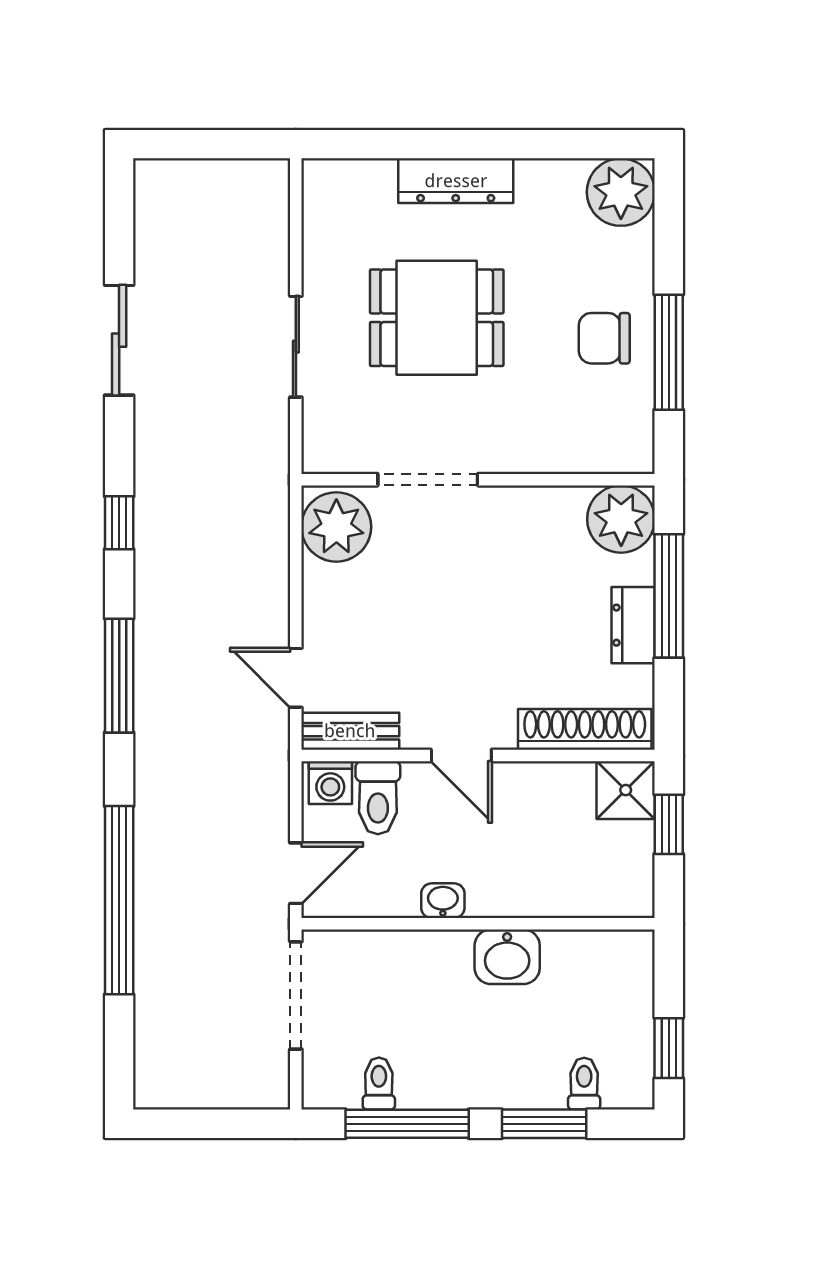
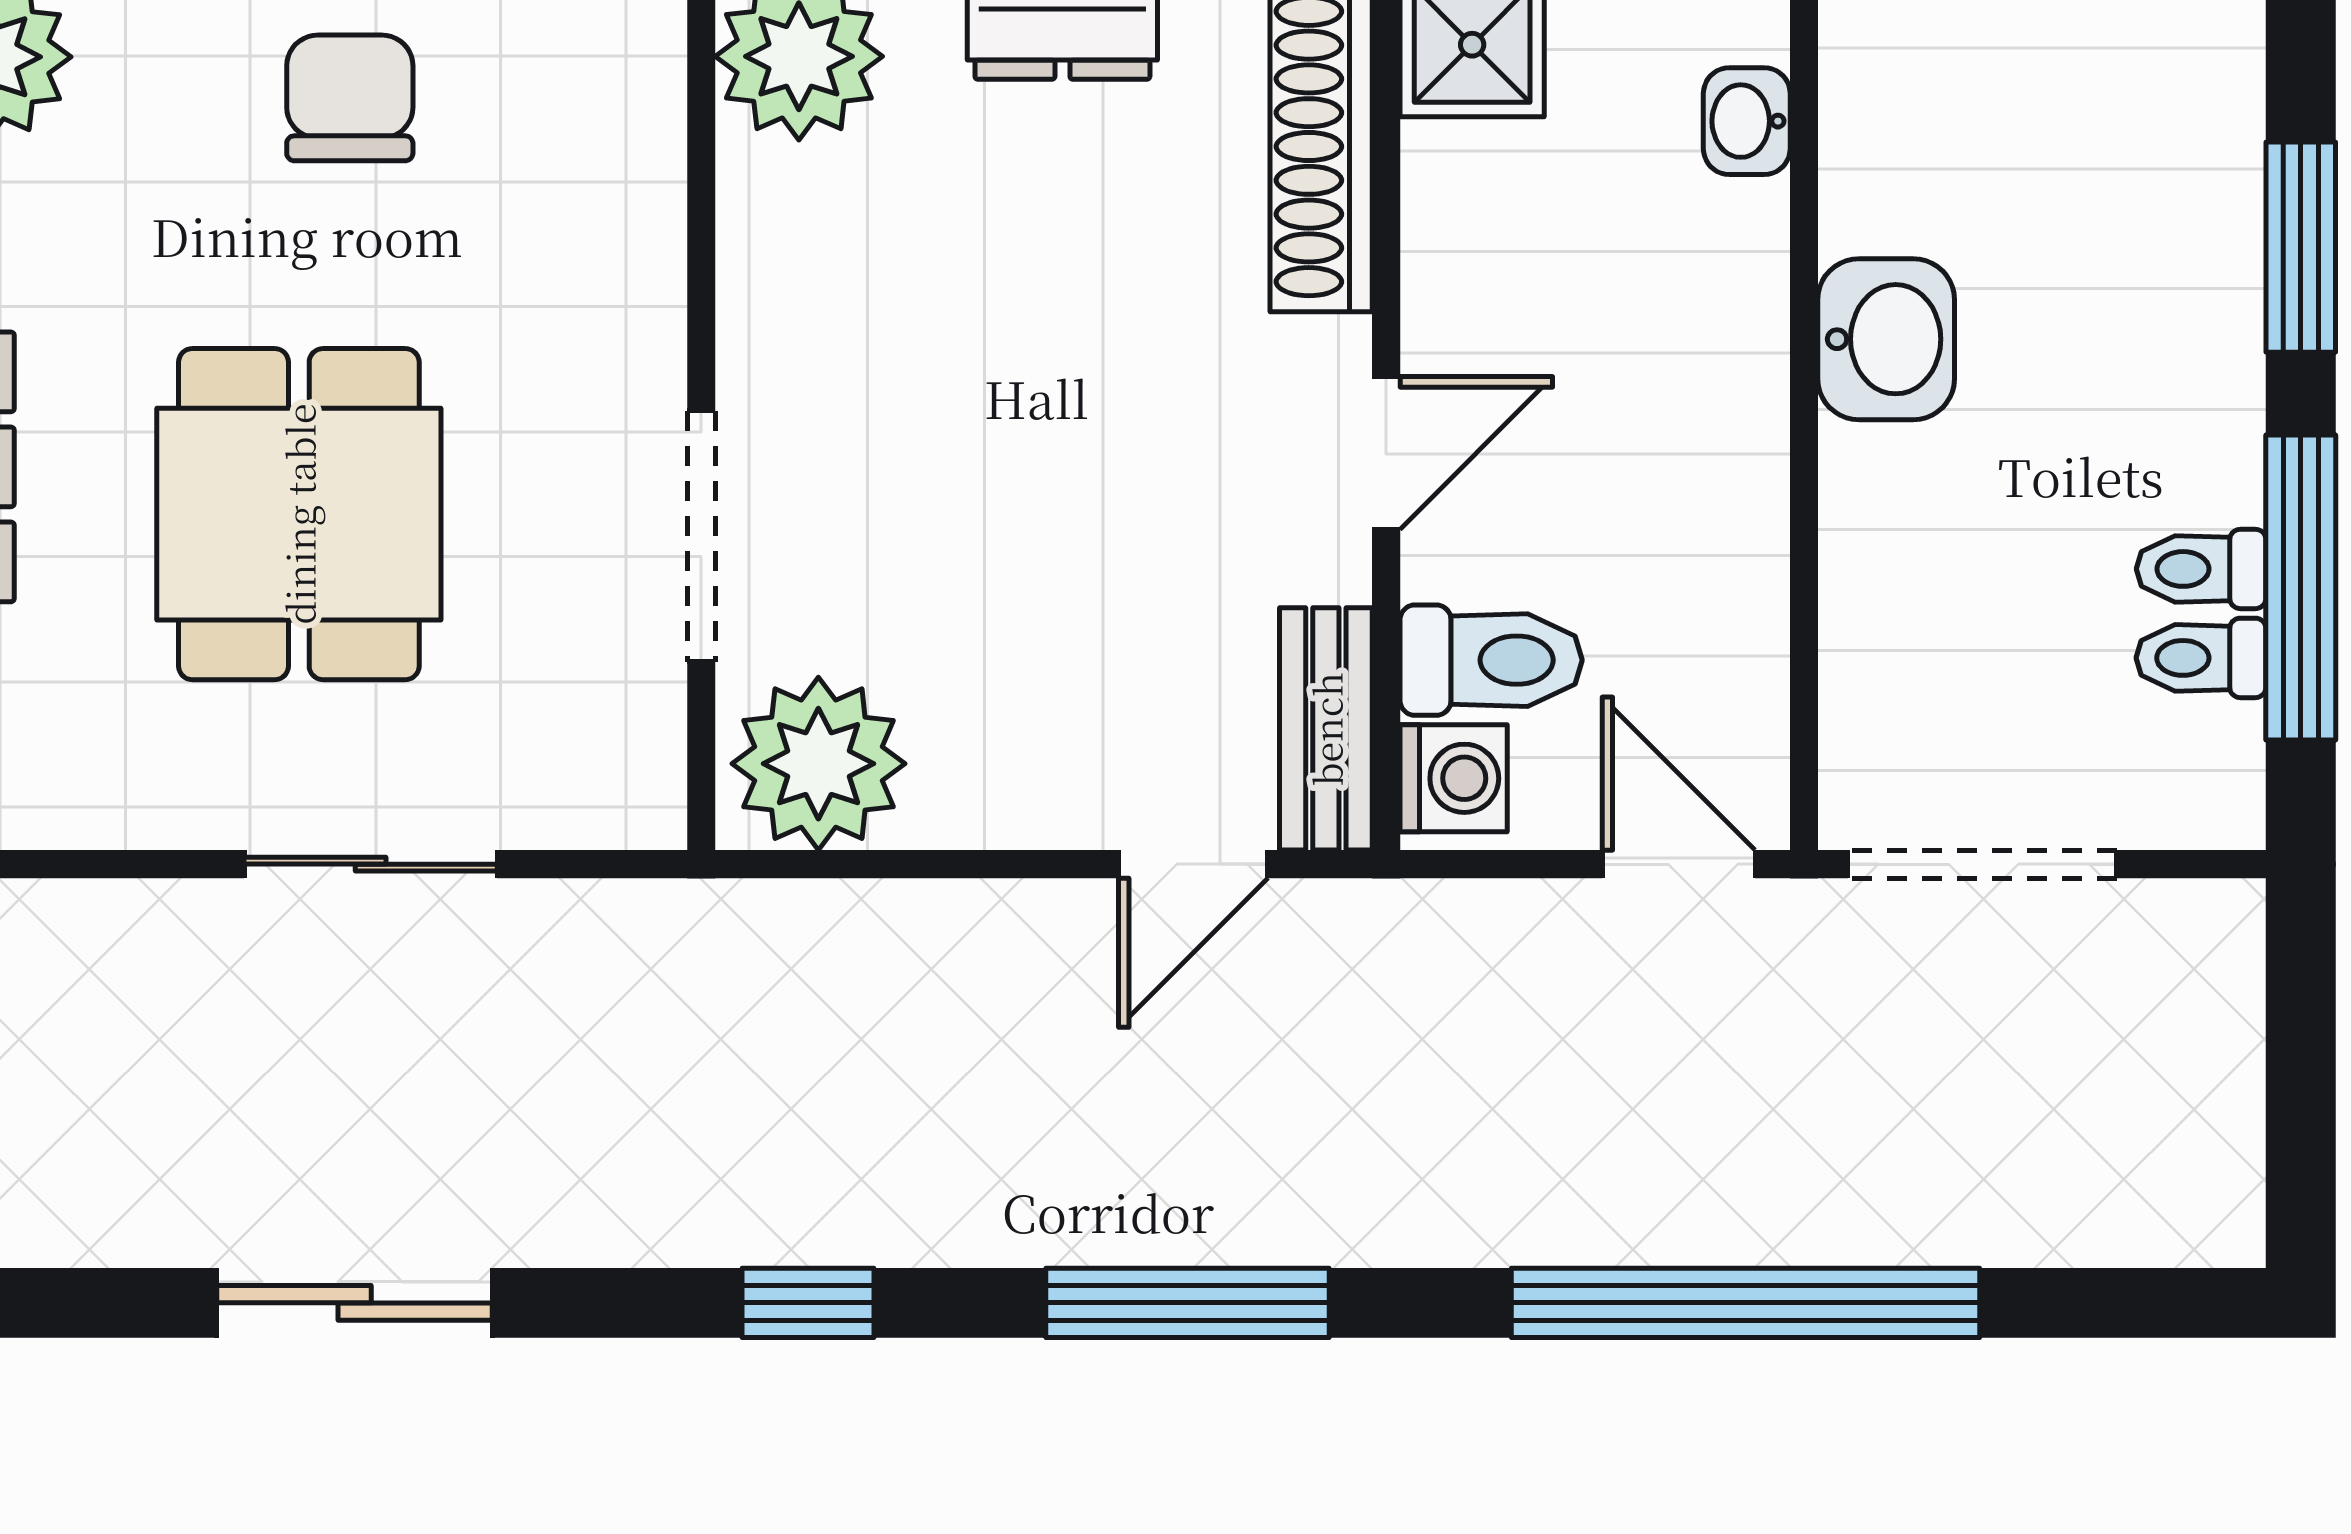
chair: (604, 338) -> (350, 98), turned 180
washbasin: (443, 901) -> (1747, 121), moved
toilet: (584, 1084) -> (2201, 569), moved

